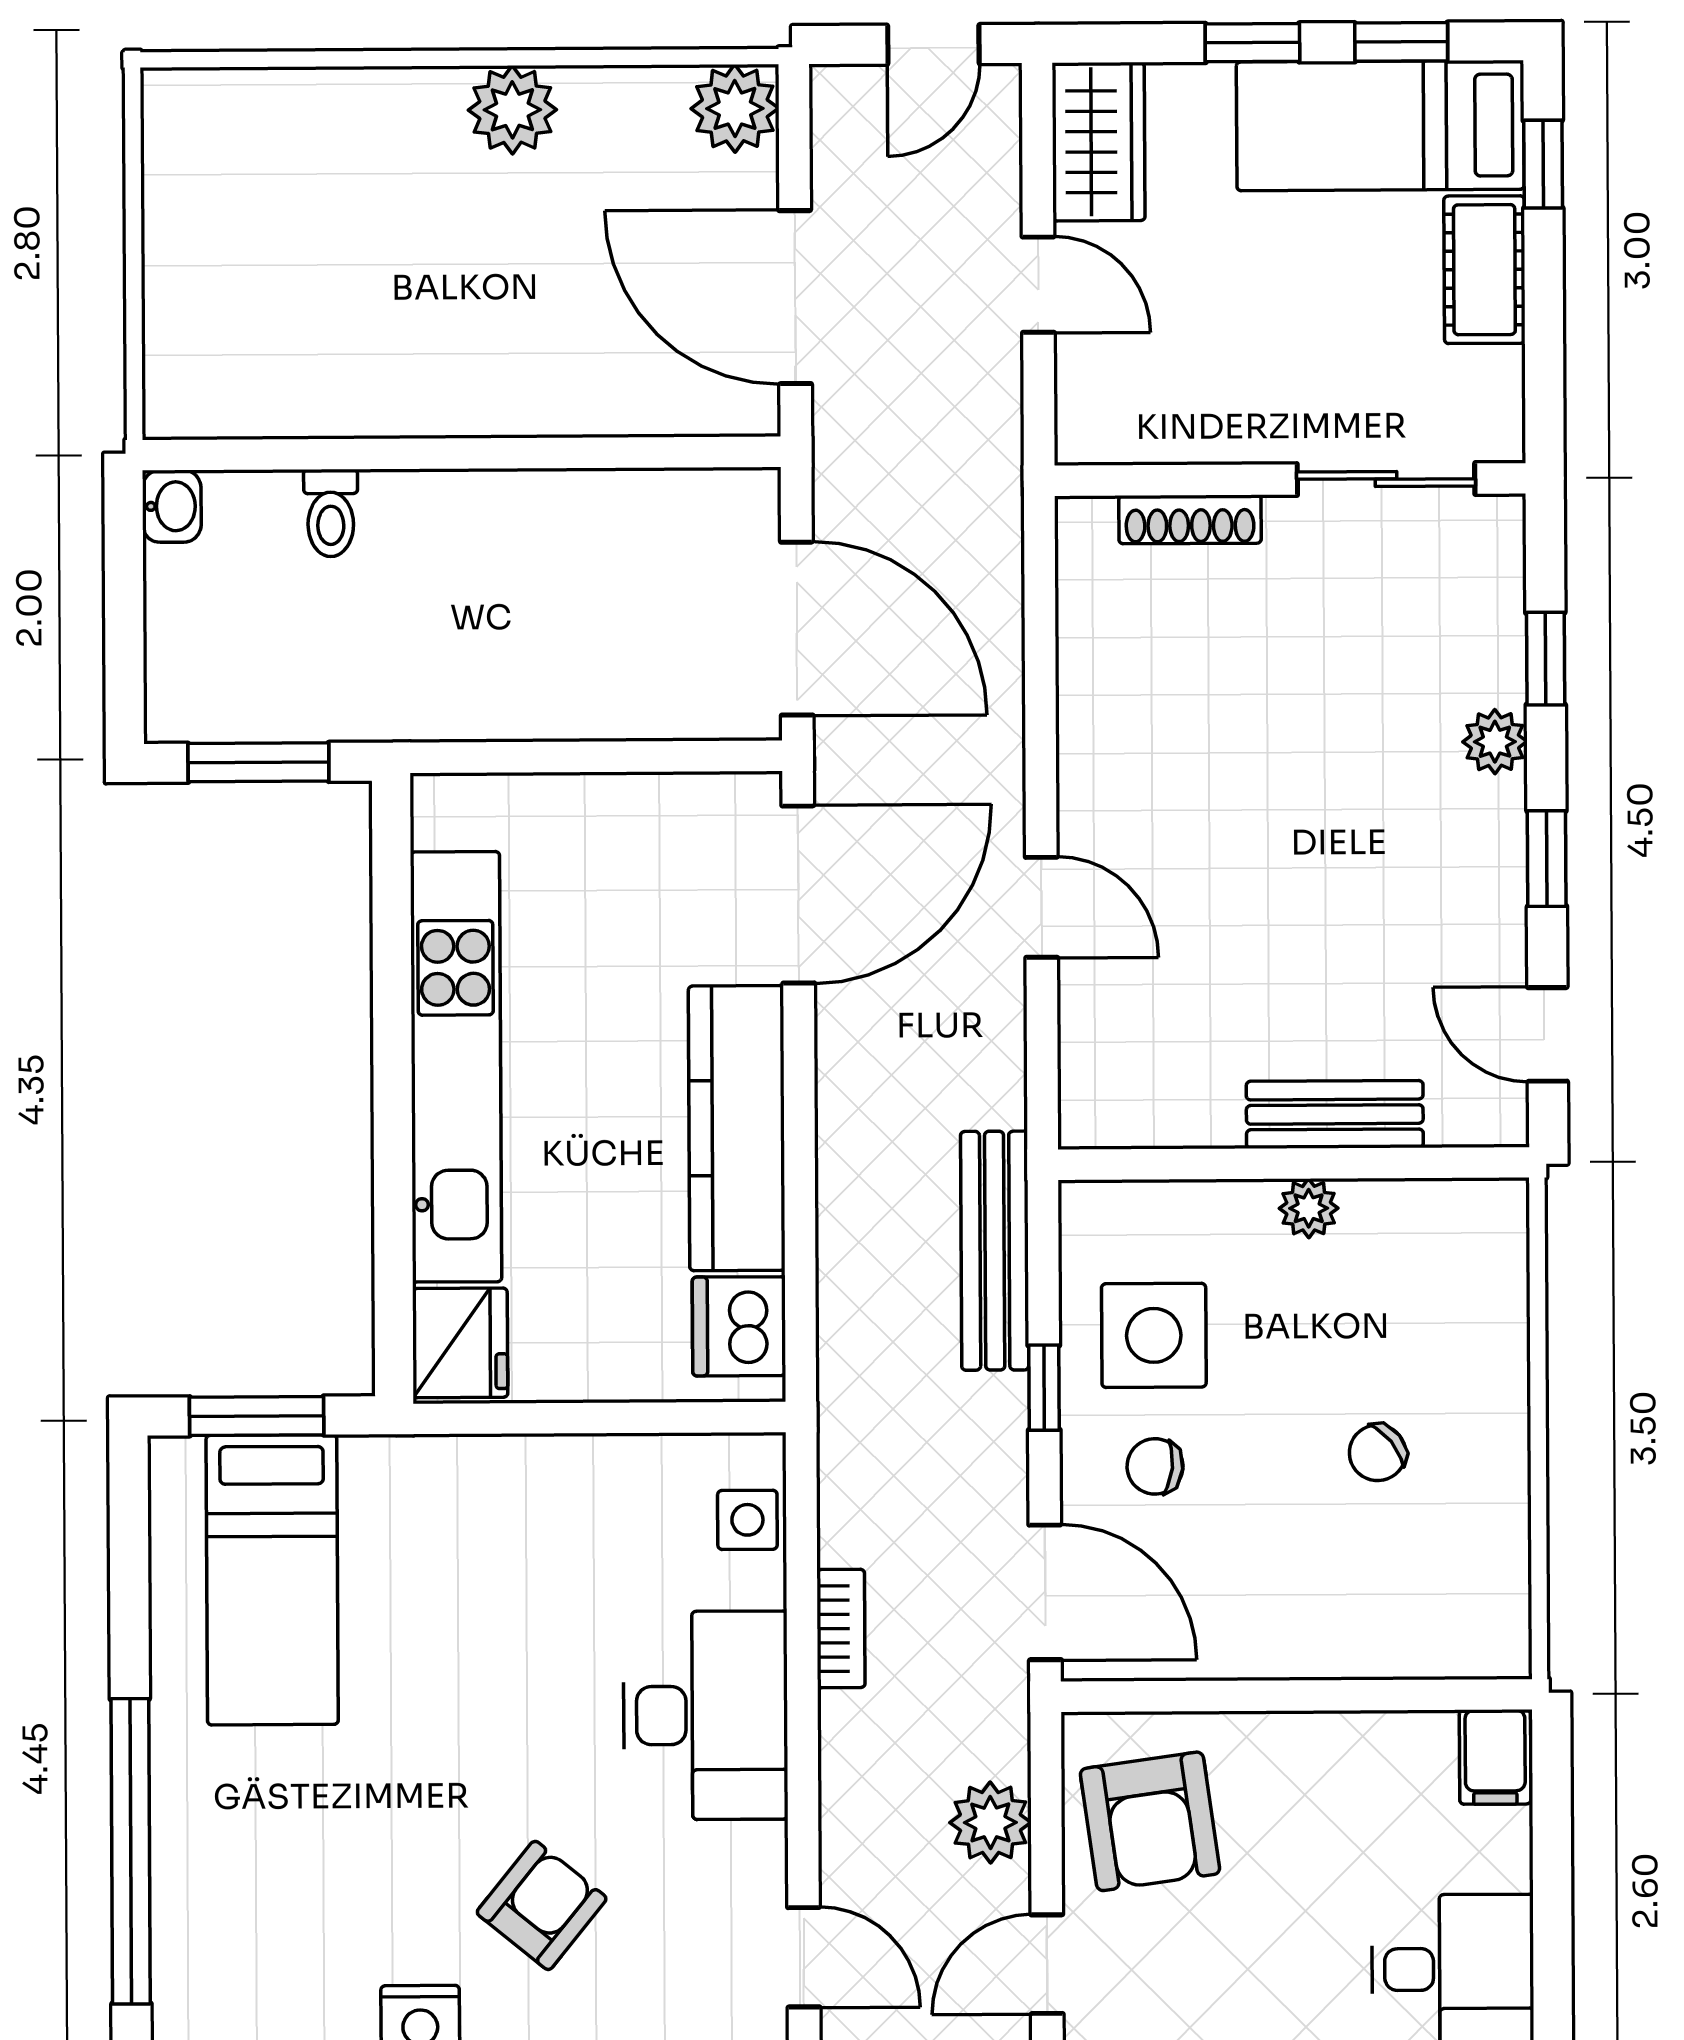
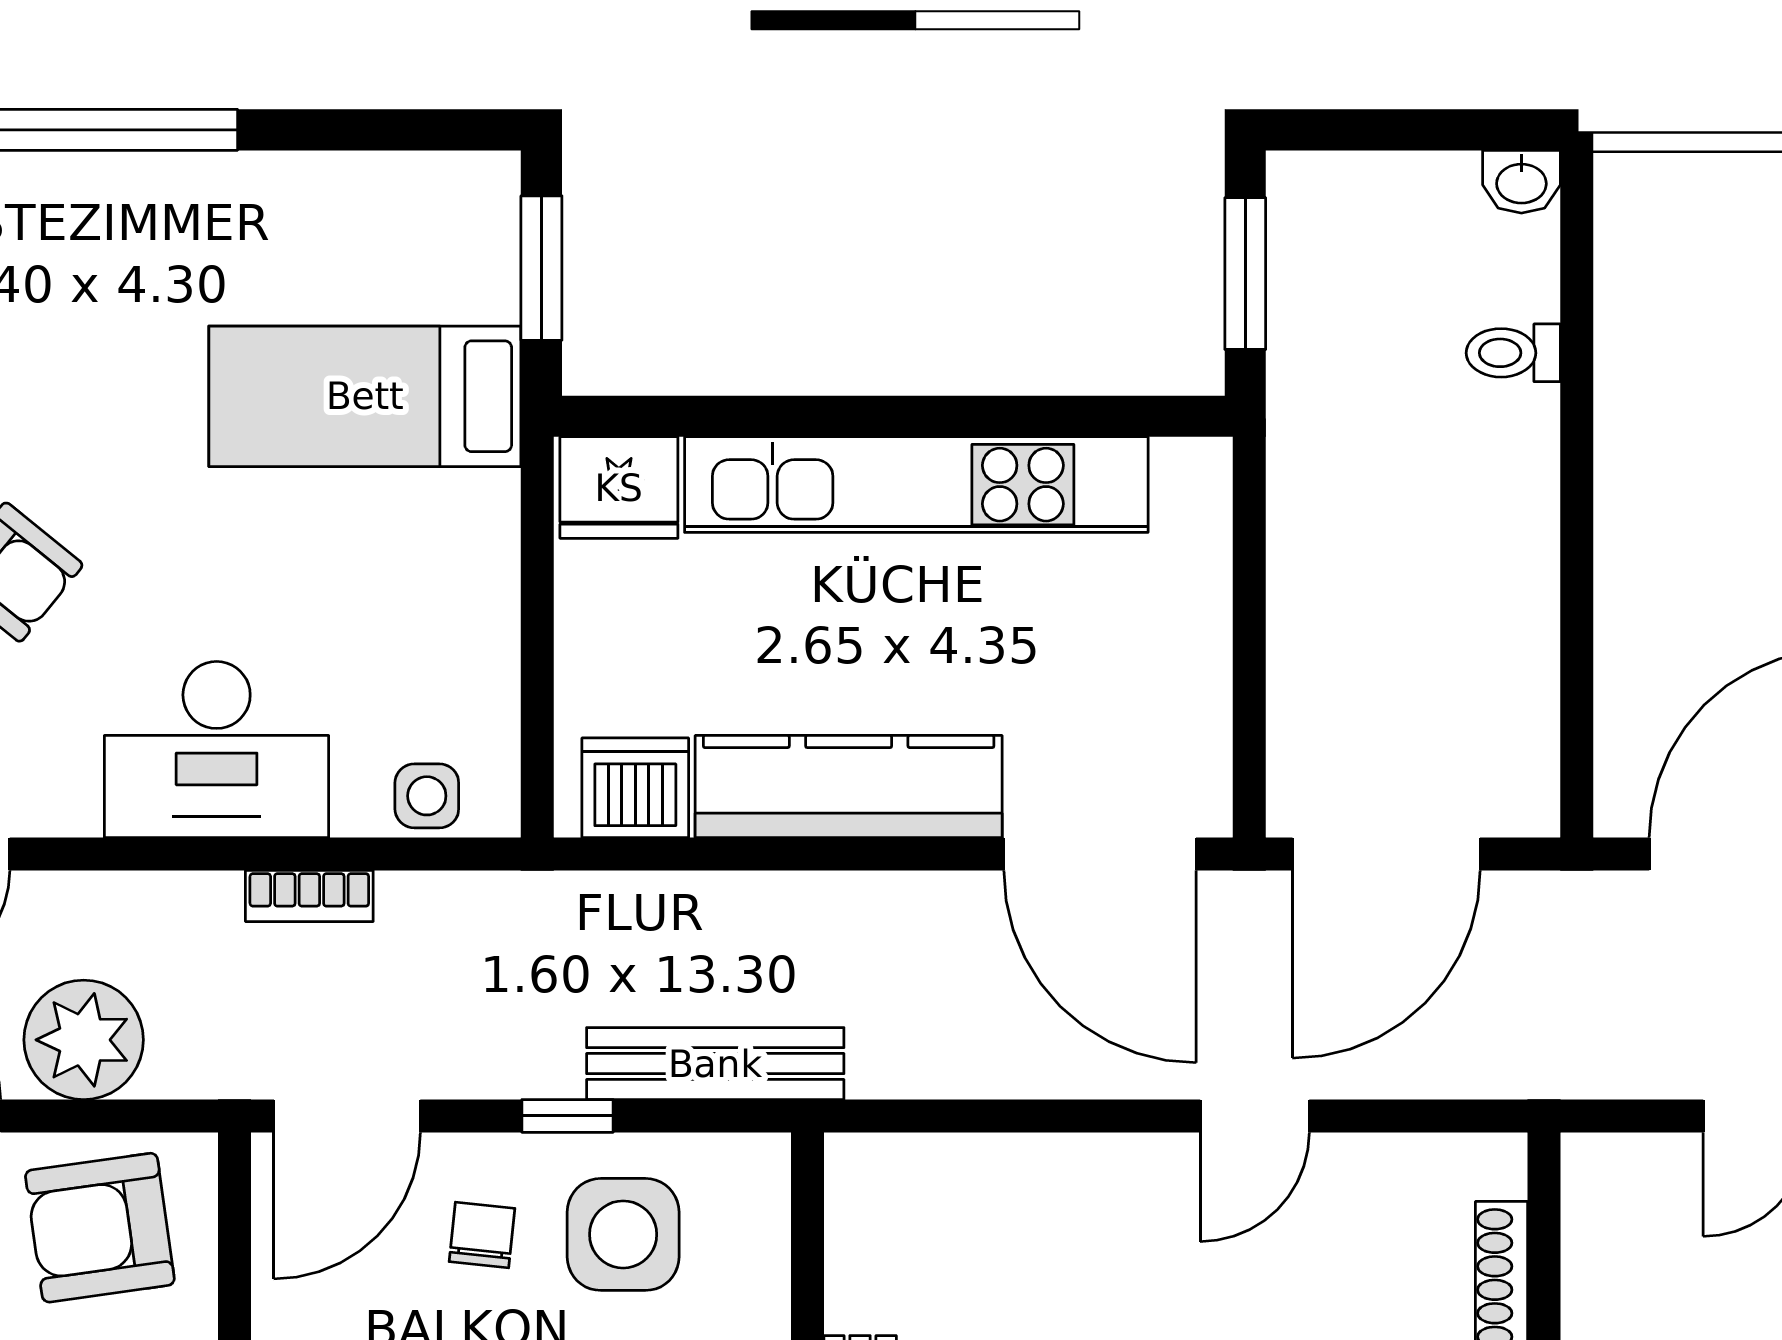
door: (1041, 907) -> (1255, 1116), moved
bed: (272, 1580) -> (365, 396), moved
plant: (990, 1822) -> (84, 1040), width x1.36, depth x1.36

